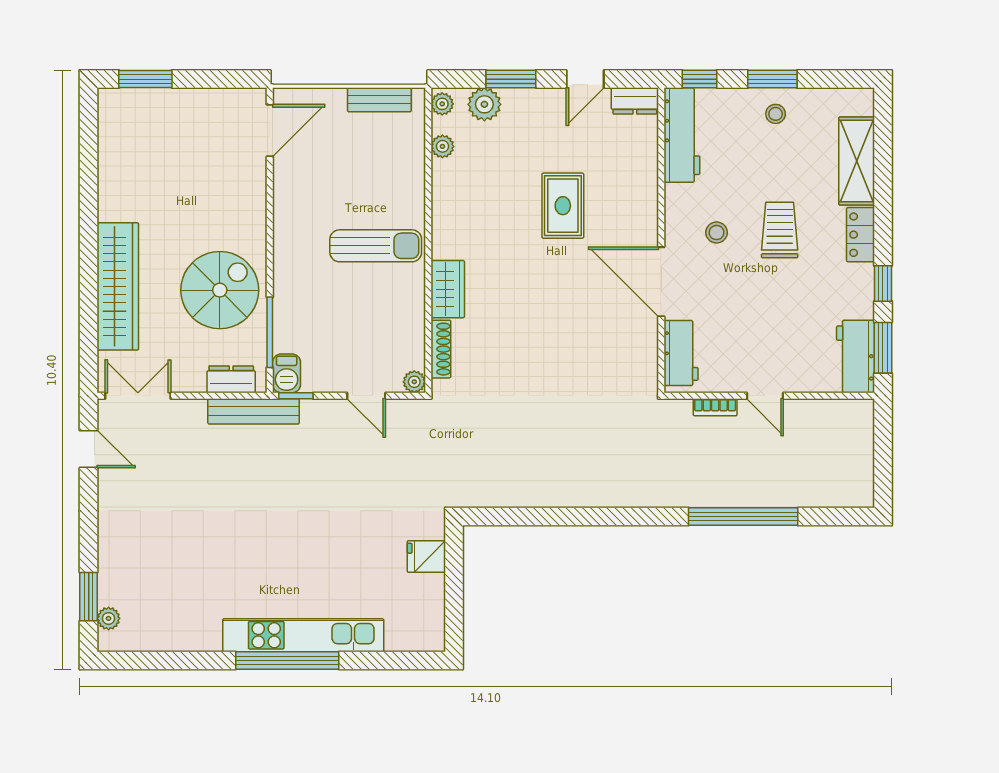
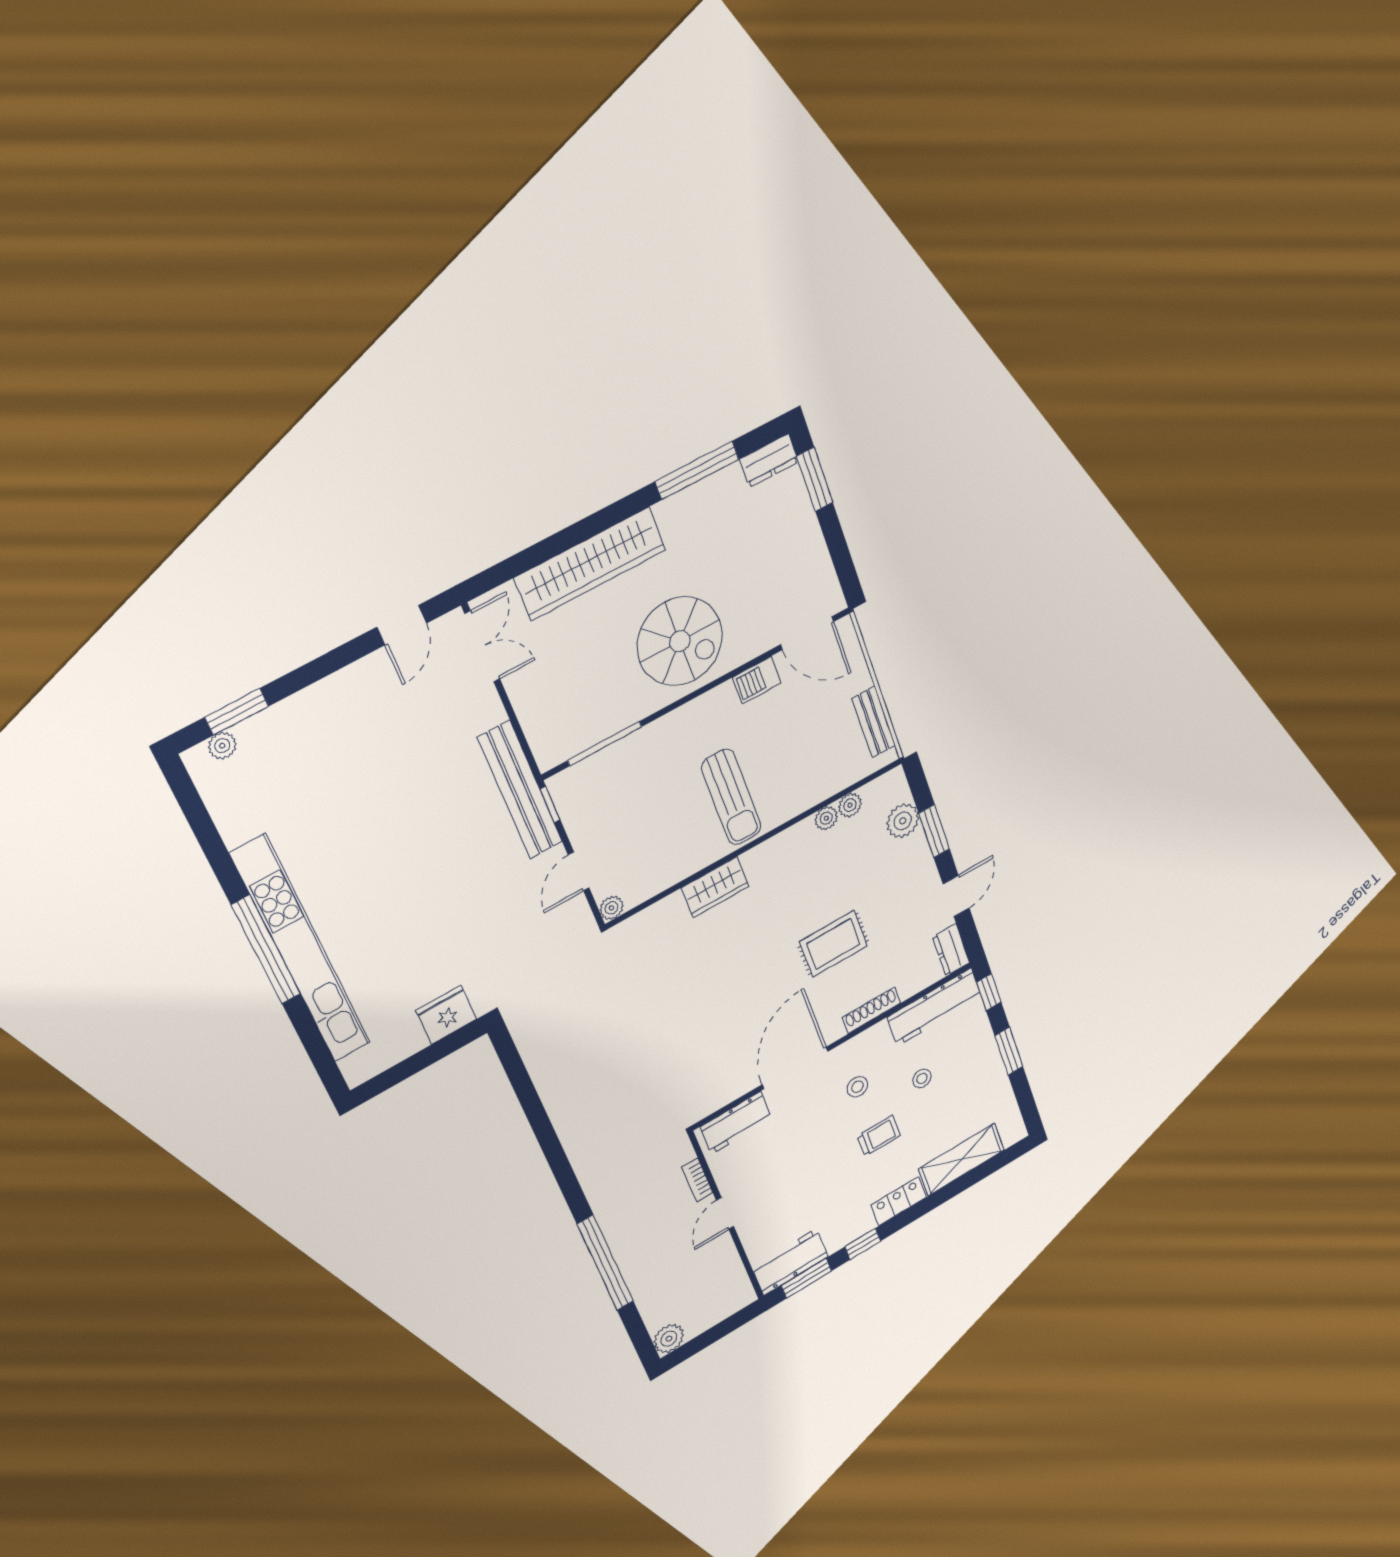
door: (585, 79) -> (956, 896), swing flipped
plant: (442, 104) -> (826, 818), moved
stool: (776, 114) -> (922, 1078), moved
window: (89, 173) -> (697, 470), added
trolley: (780, 230) -> (879, 1136), width x0.73, depth x0.72
spiral stairs: (220, 290) -> (680, 641), moved
shoe rack: (441, 349) -> (871, 1010), moved, turned 180
barbecue: (287, 373) -> (757, 680), moved
dresser: (231, 379) -> (769, 460), moved, turned 90
bench: (254, 411) -> (520, 790), width x1.37, depth x1.21
plant: (859, 492) -> (669, 1339), added
fridge: (426, 556) -> (446, 1015), width x1.38
kitchen unit: (303, 635) -> (301, 950), width x1.36

